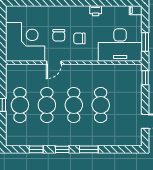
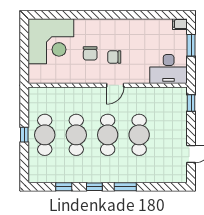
printer: (96, 11) -> (133, 25), removed
corner desk: (25, 42) -> (51, 41), moved, turned 90
window: (145, 42) -> (191, 45), moved
desk: (120, 45) -> (169, 69), width x0.73, depth x0.77
door: (54, 63) -> (115, 85), moved

